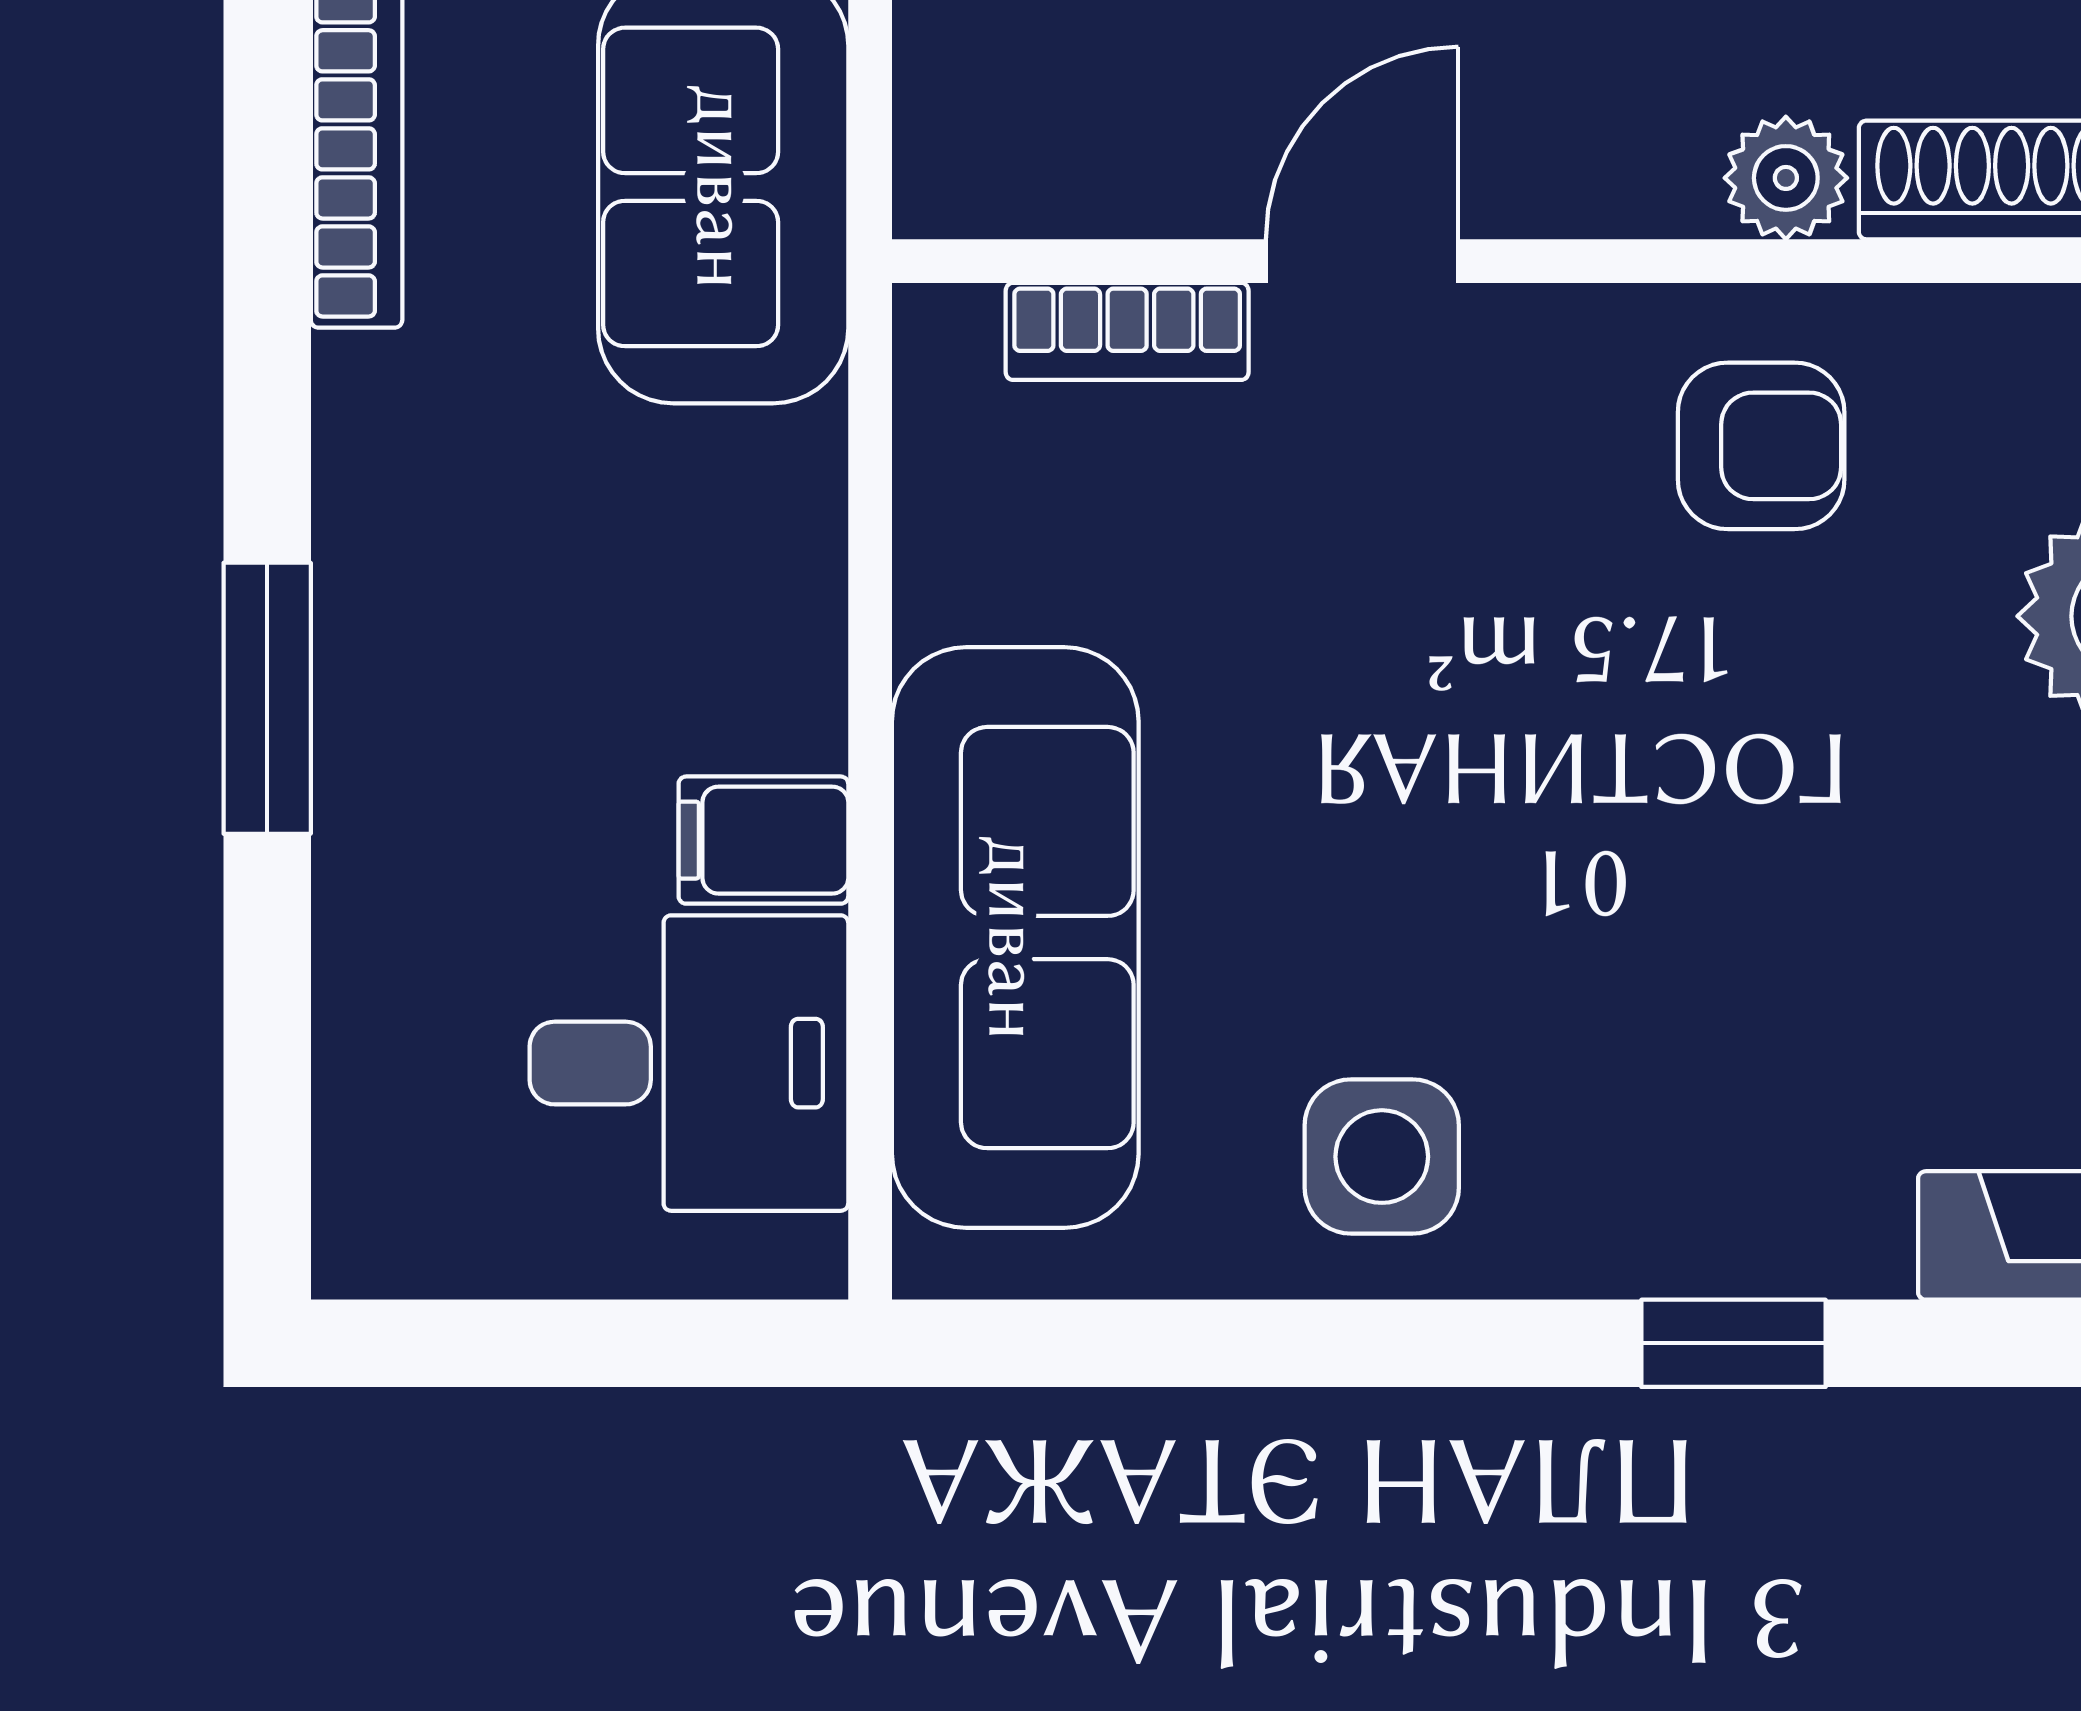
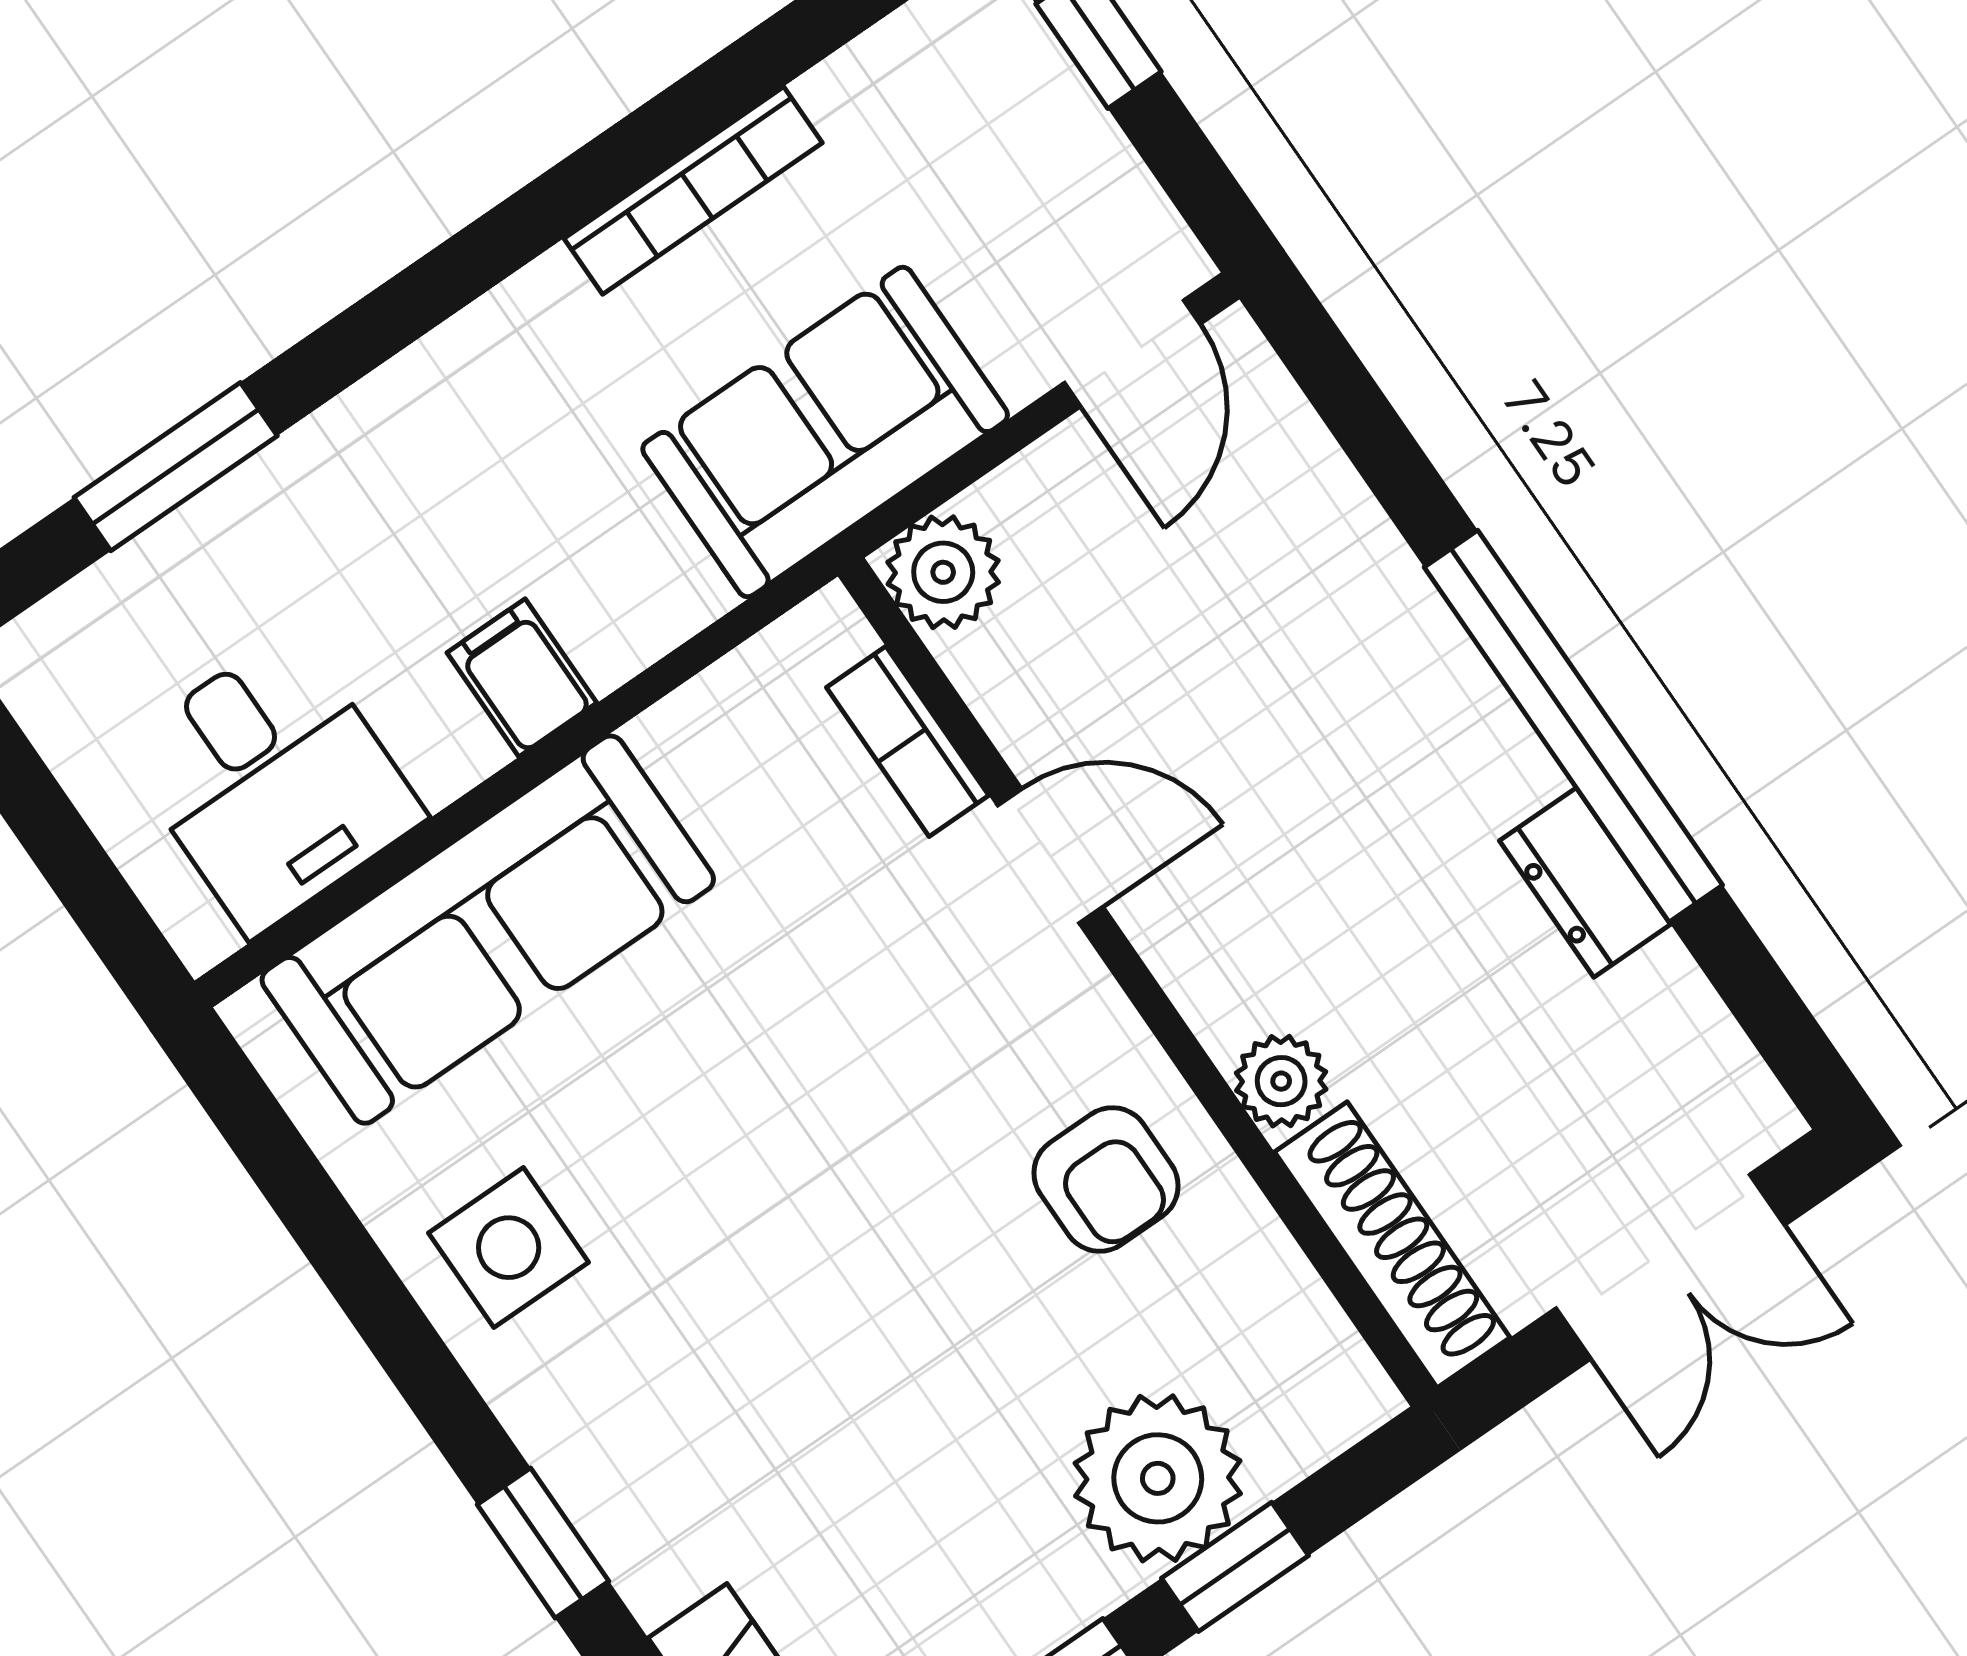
plant: (968, 164) -> (943, 572), added
window: (267, 698) -> (176, 467), moved
filing cabinet: (763, 840) -> (522, 678), moved

